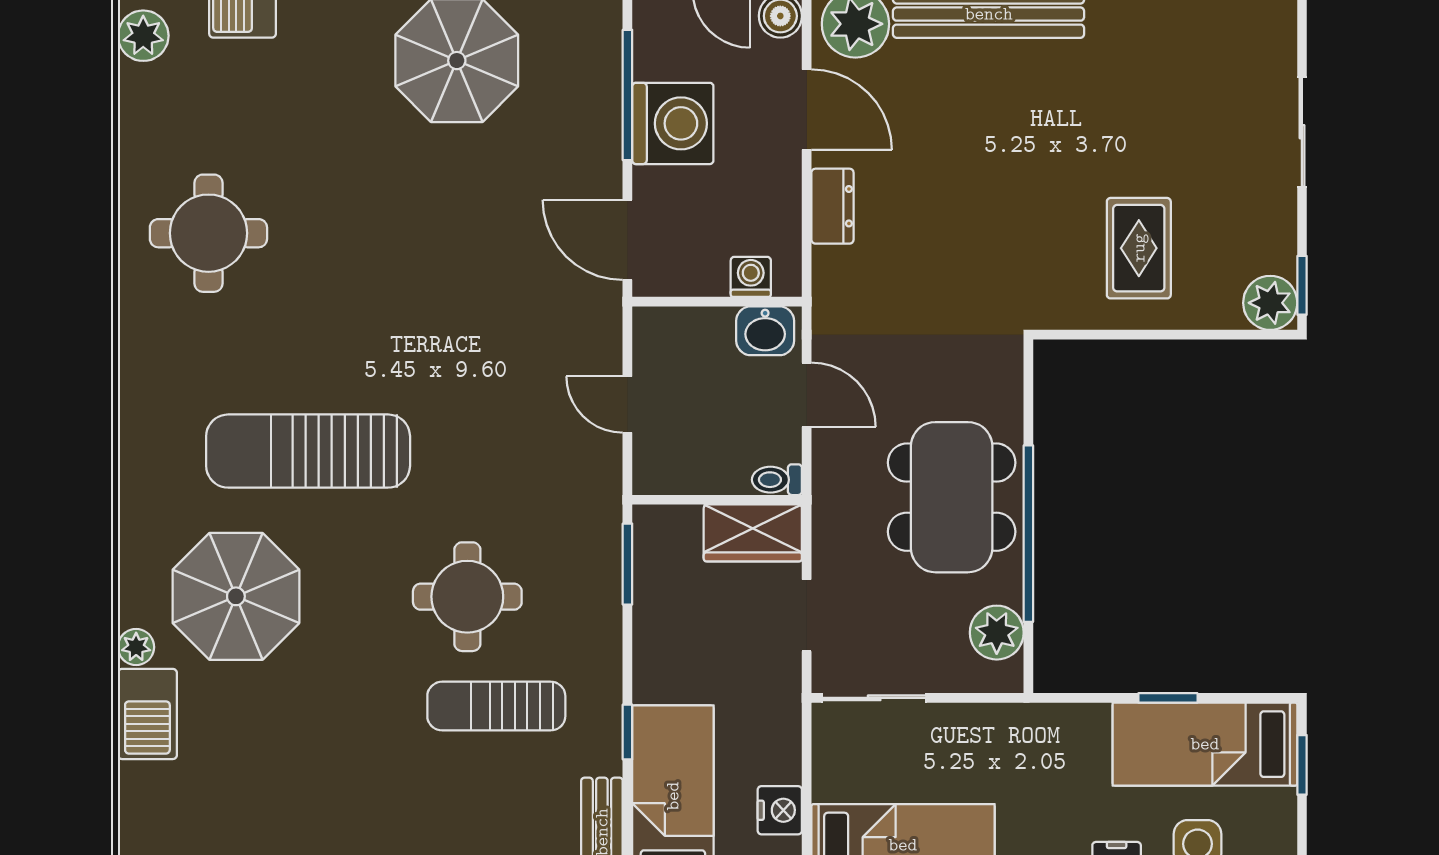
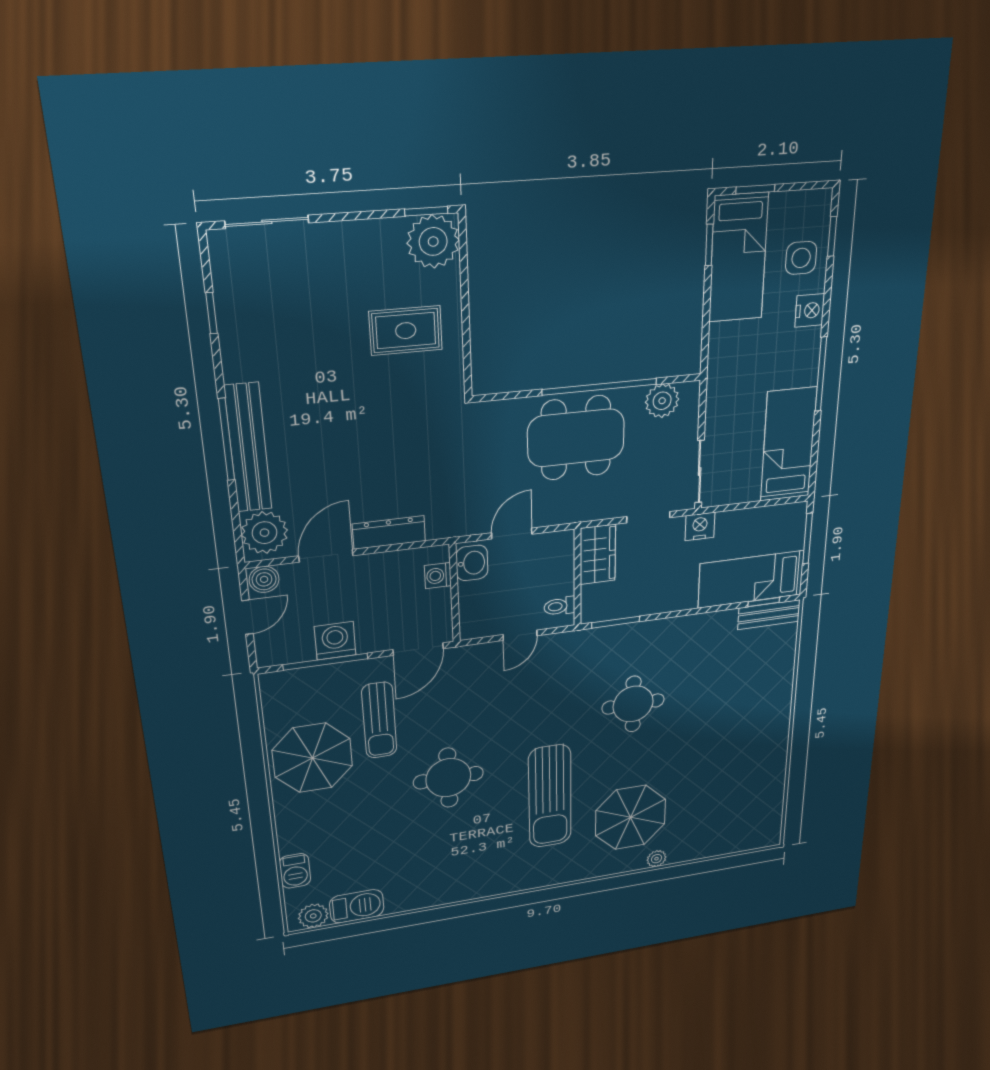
washing machine: (673, 123) -> (335, 641), width x0.73, depth x0.73
sliding door: (1302, 132) -> (267, 222), moved
dresser: (832, 206) -> (389, 532), width x1.44
round table: (208, 233) -> (448, 778), moved
plant: (1270, 303) -> (433, 242), width x1.36, depth x1.36
toilet: (777, 480) -> (560, 606), moved, turned 90
window: (1168, 698) -> (709, 245), moved
sun lounger: (496, 706) -> (379, 720), moved
barbecue: (147, 714) -> (357, 906), moved
window: (627, 732) -> (764, 602), moved
nightstand: (780, 810) -> (700, 526), moved

